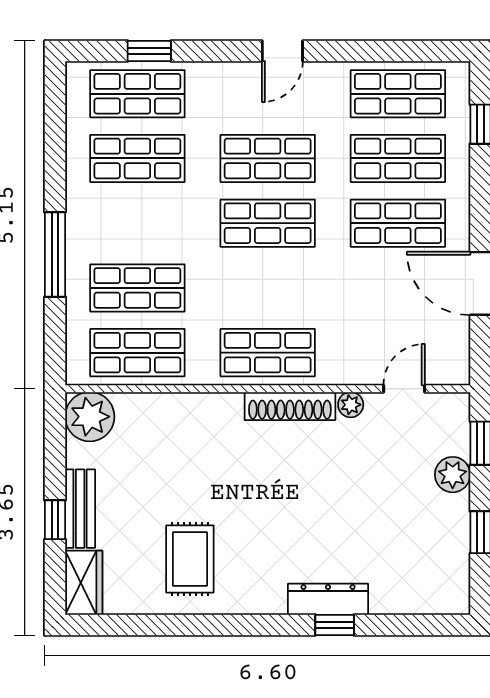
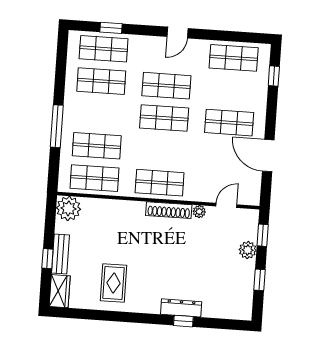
shop shelf: (398, 158) -> (231, 90), removed

